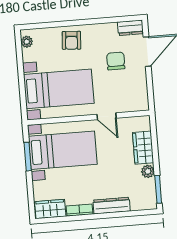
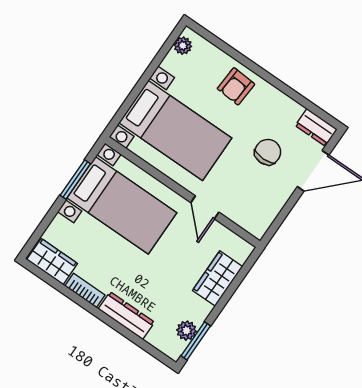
plant: (148, 171) -> (187, 331), moved

